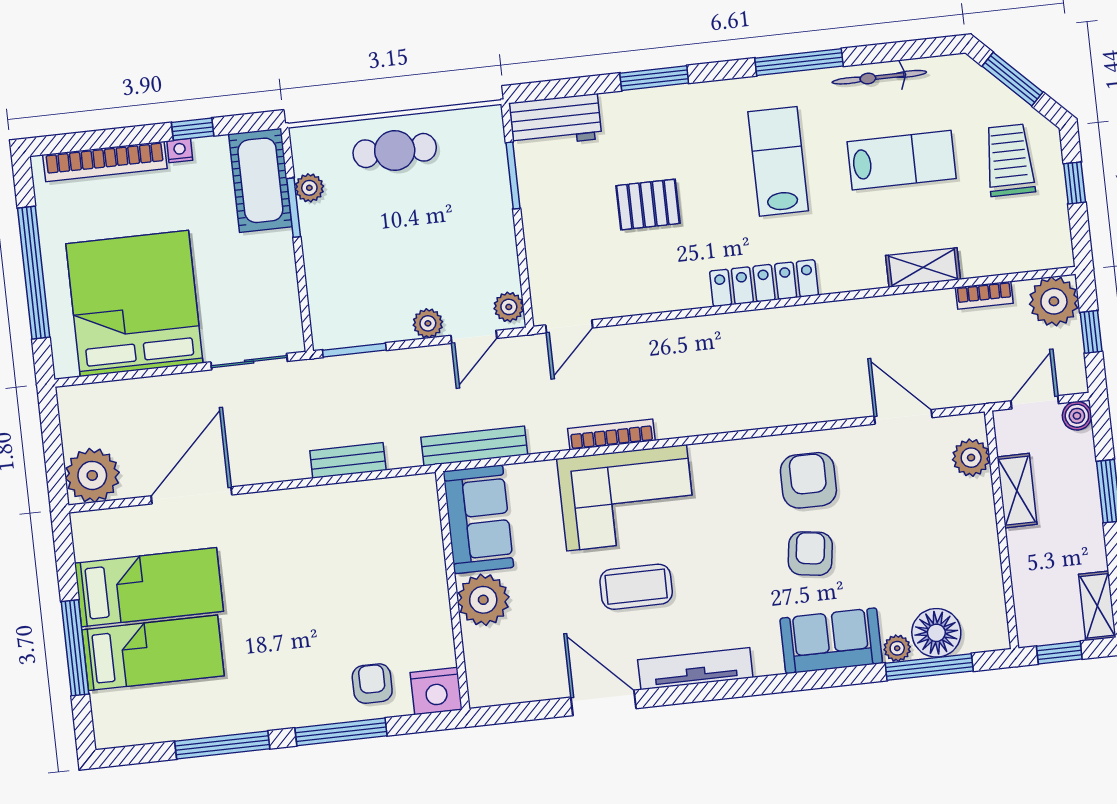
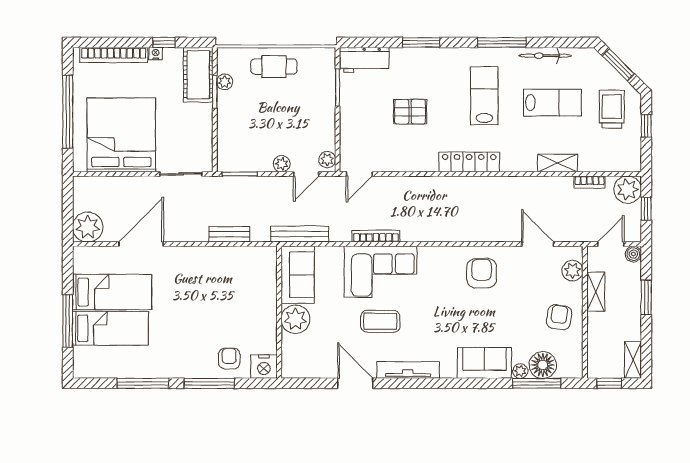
armchair: (810, 554) -> (559, 317), moved

